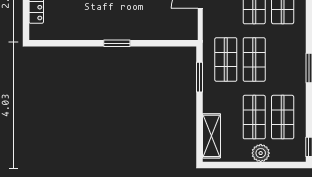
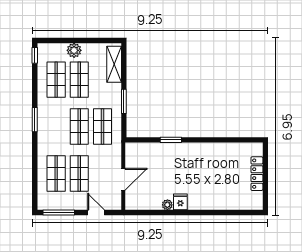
window: (117, 43) -> (171, 140), moved
window: (199, 77) -> (124, 101), moved

